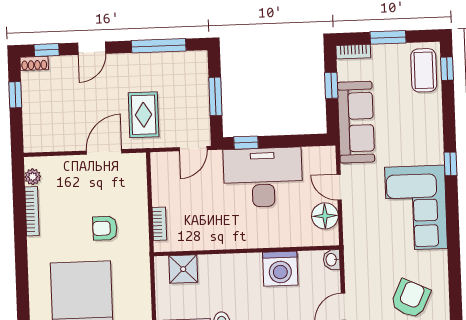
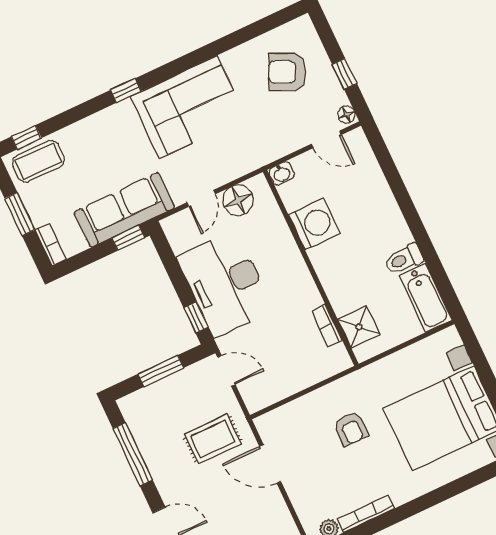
window: (331, 85) -> (128, 238), moved
bookcase: (159, 224) -> (327, 326), moved, turned -90

